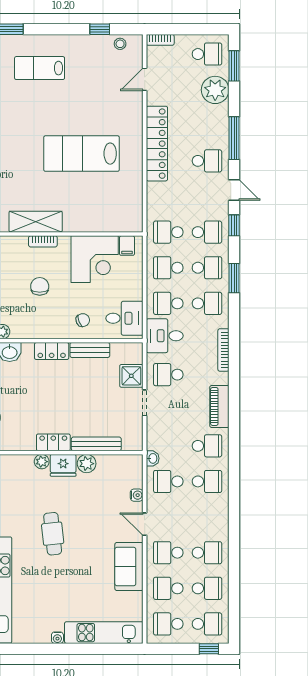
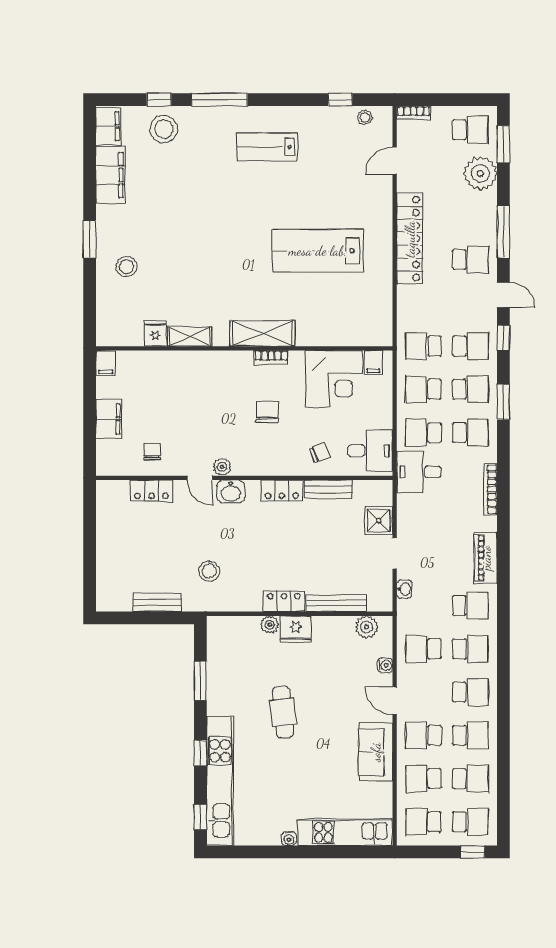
school desk: (168, 375) -> (470, 692), moved, turned 180
washbasin: (153, 458) -> (404, 589), moved
plant: (87, 464) -> (367, 627), moved

